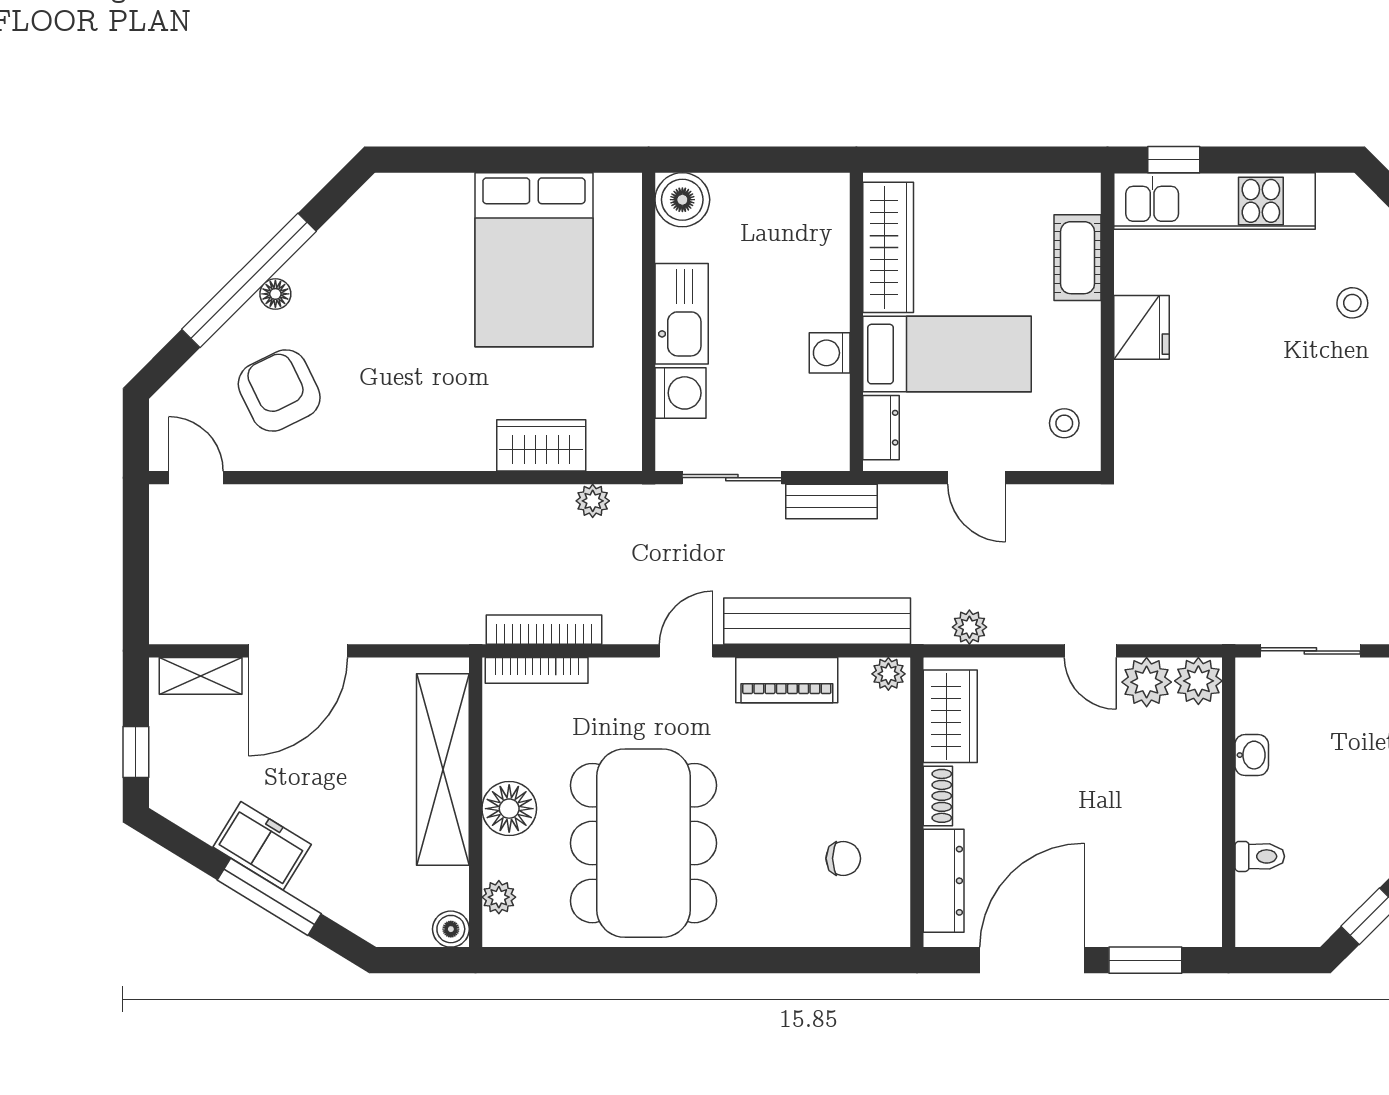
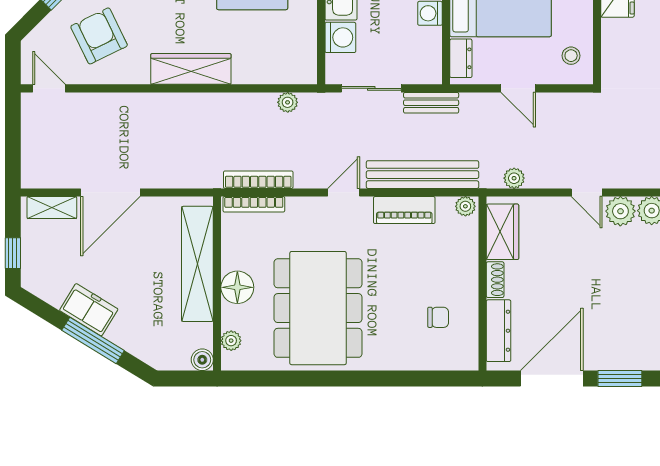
wardrobe: (541, 445) -> (191, 69), moved, width x1.50

